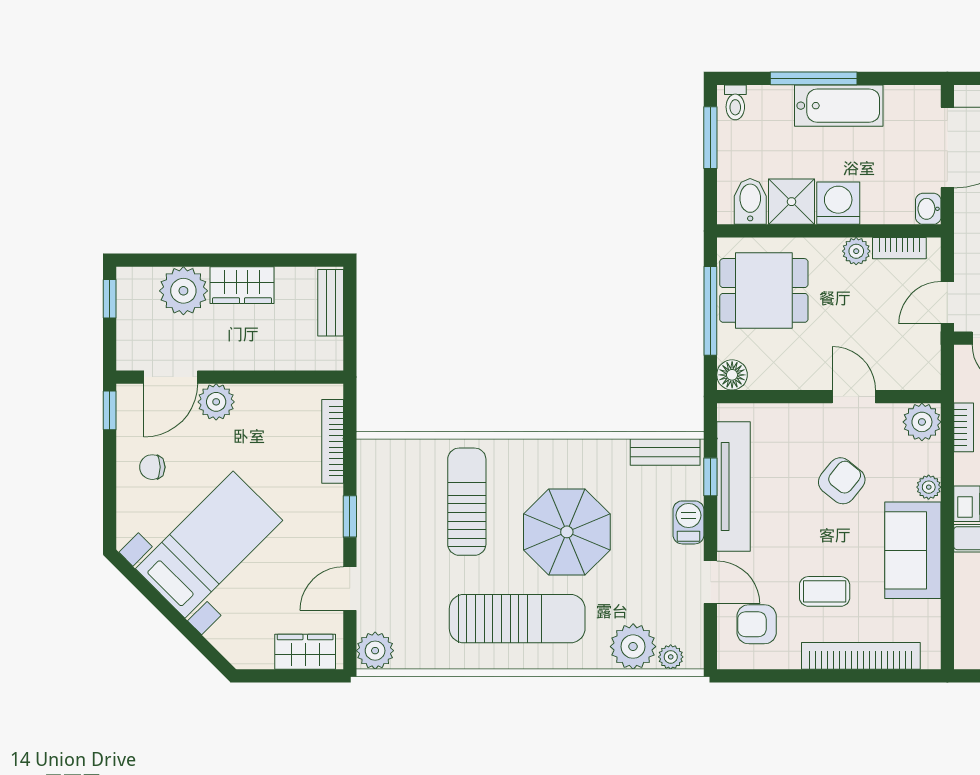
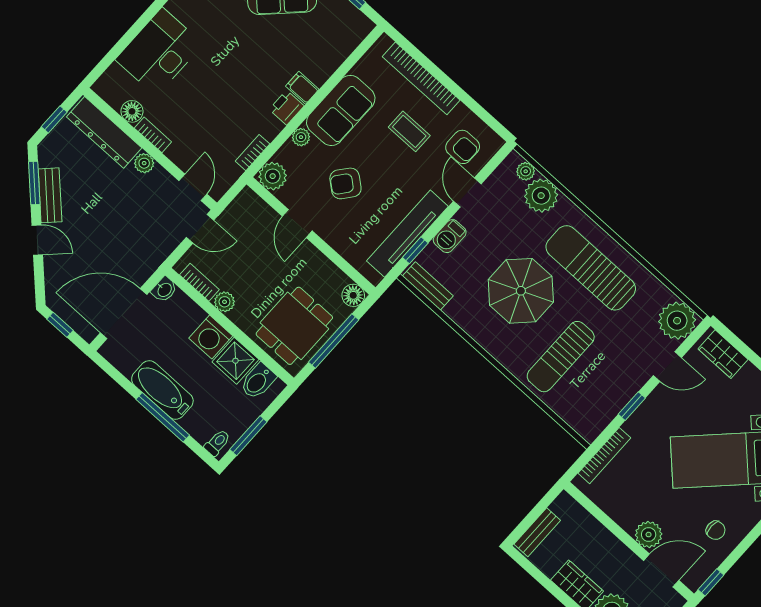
dining table: (764, 290) -> (294, 326), turned 90
plant: (375, 651) -> (677, 321), width x1.36, depth x1.36

